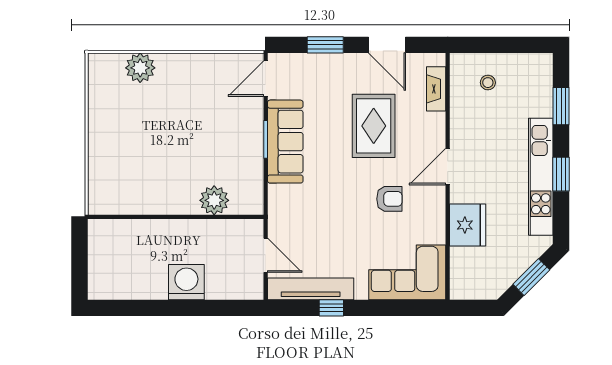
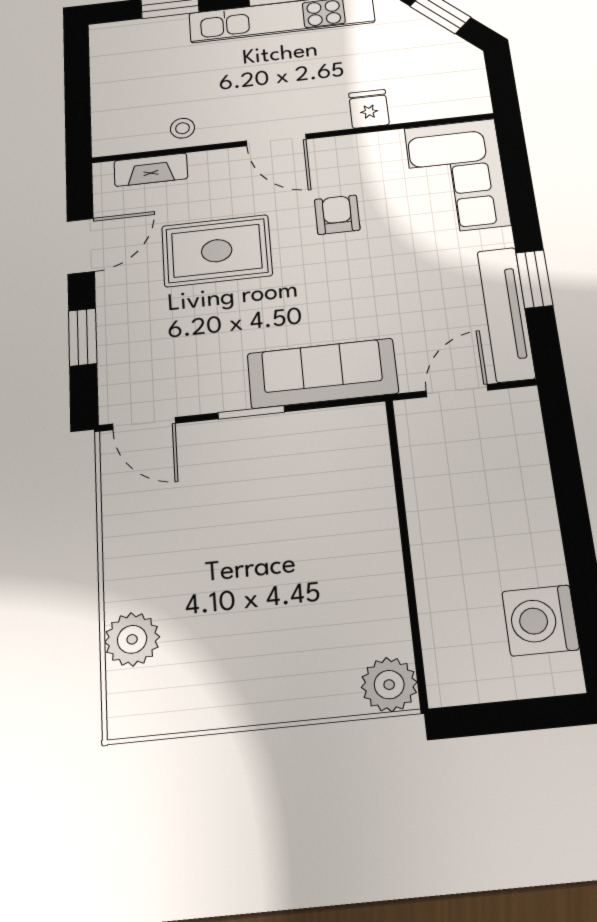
stool: (488, 83) -> (182, 128), moved
sofa: (285, 142) -> (322, 373), moved
plant: (214, 200) -> (389, 685), moved
fridge: (468, 225) -> (369, 109), width x0.53, depth x0.75
washing machine: (186, 282) -> (540, 620), moved
window: (331, 308) -> (534, 279), width x1.50

